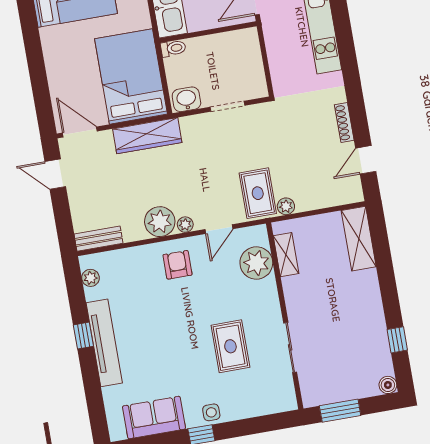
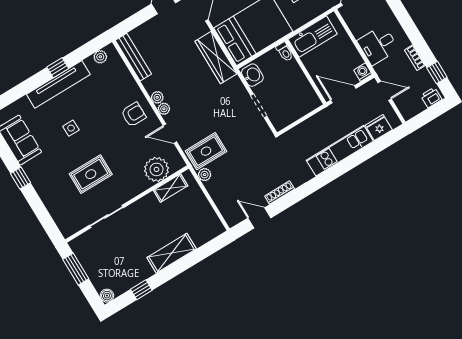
plant: (160, 222) -> (157, 97), width x0.53, depth x0.53
bench: (98, 239) -> (133, 57), width x1.36
shelving: (359, 239) -> (172, 253), moved
side table: (211, 412) -> (71, 128), moved

